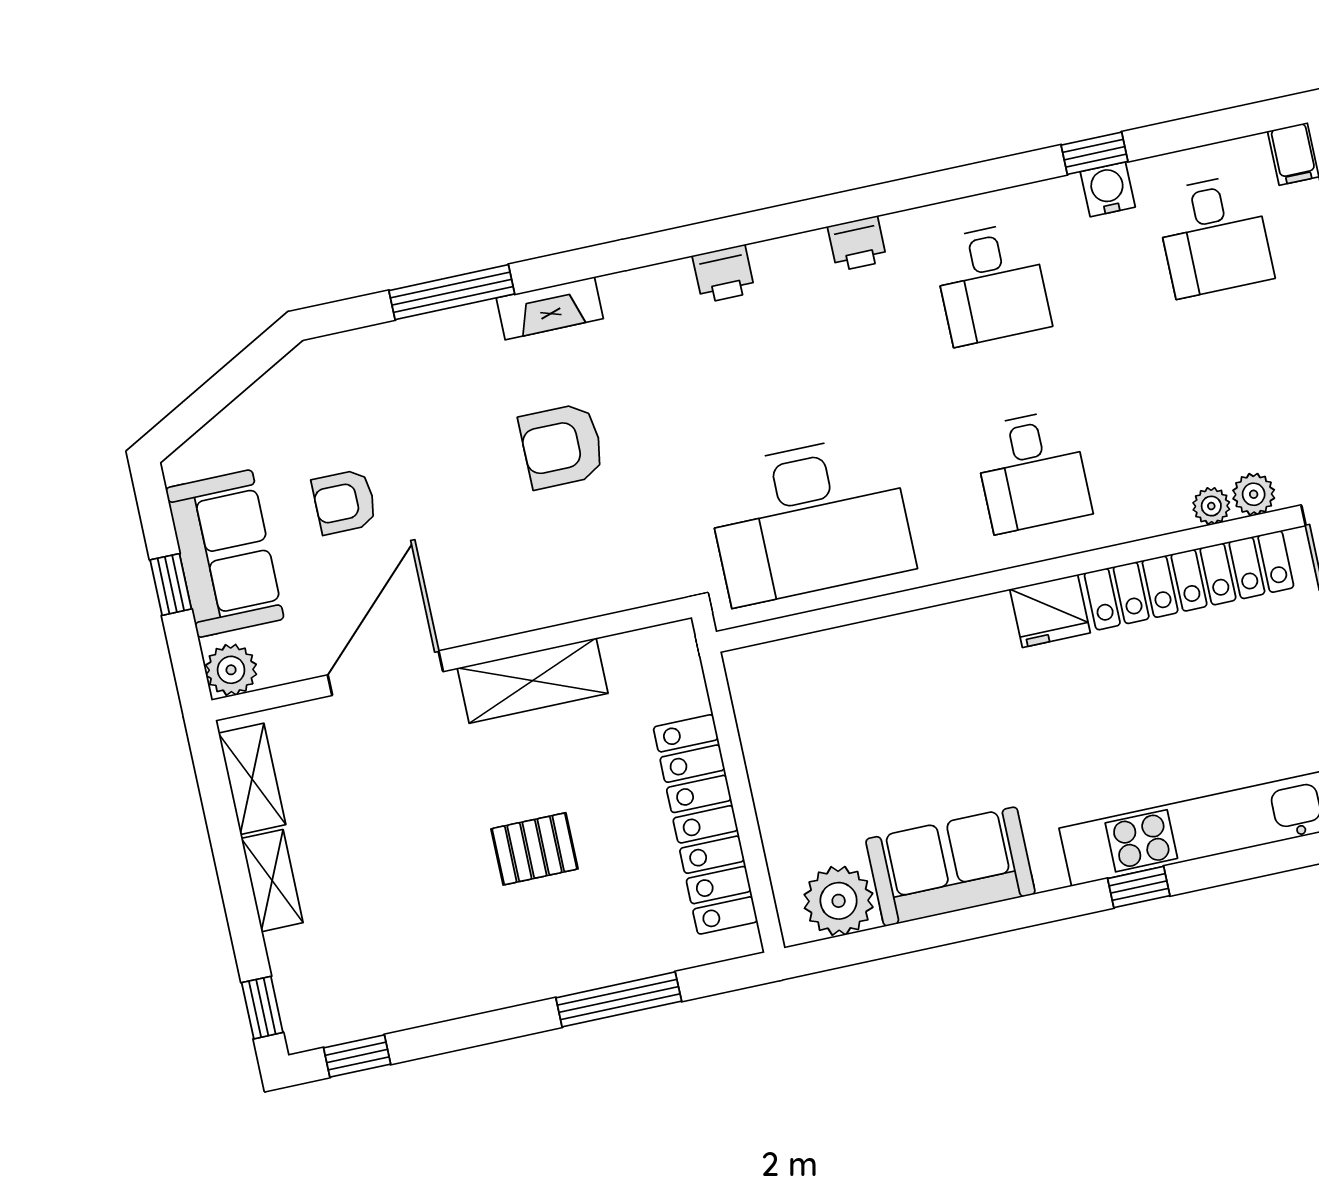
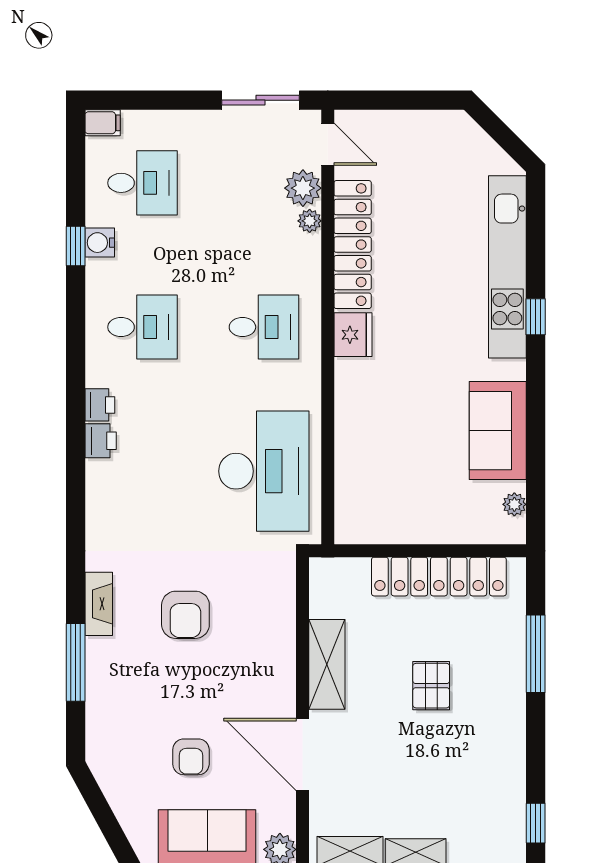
printer: (724, 274) -> (101, 441), moved
plant: (1254, 494) -> (303, 188), width x1.38, depth x1.38
plant: (839, 901) -> (514, 504), width x0.53, depth x0.53

